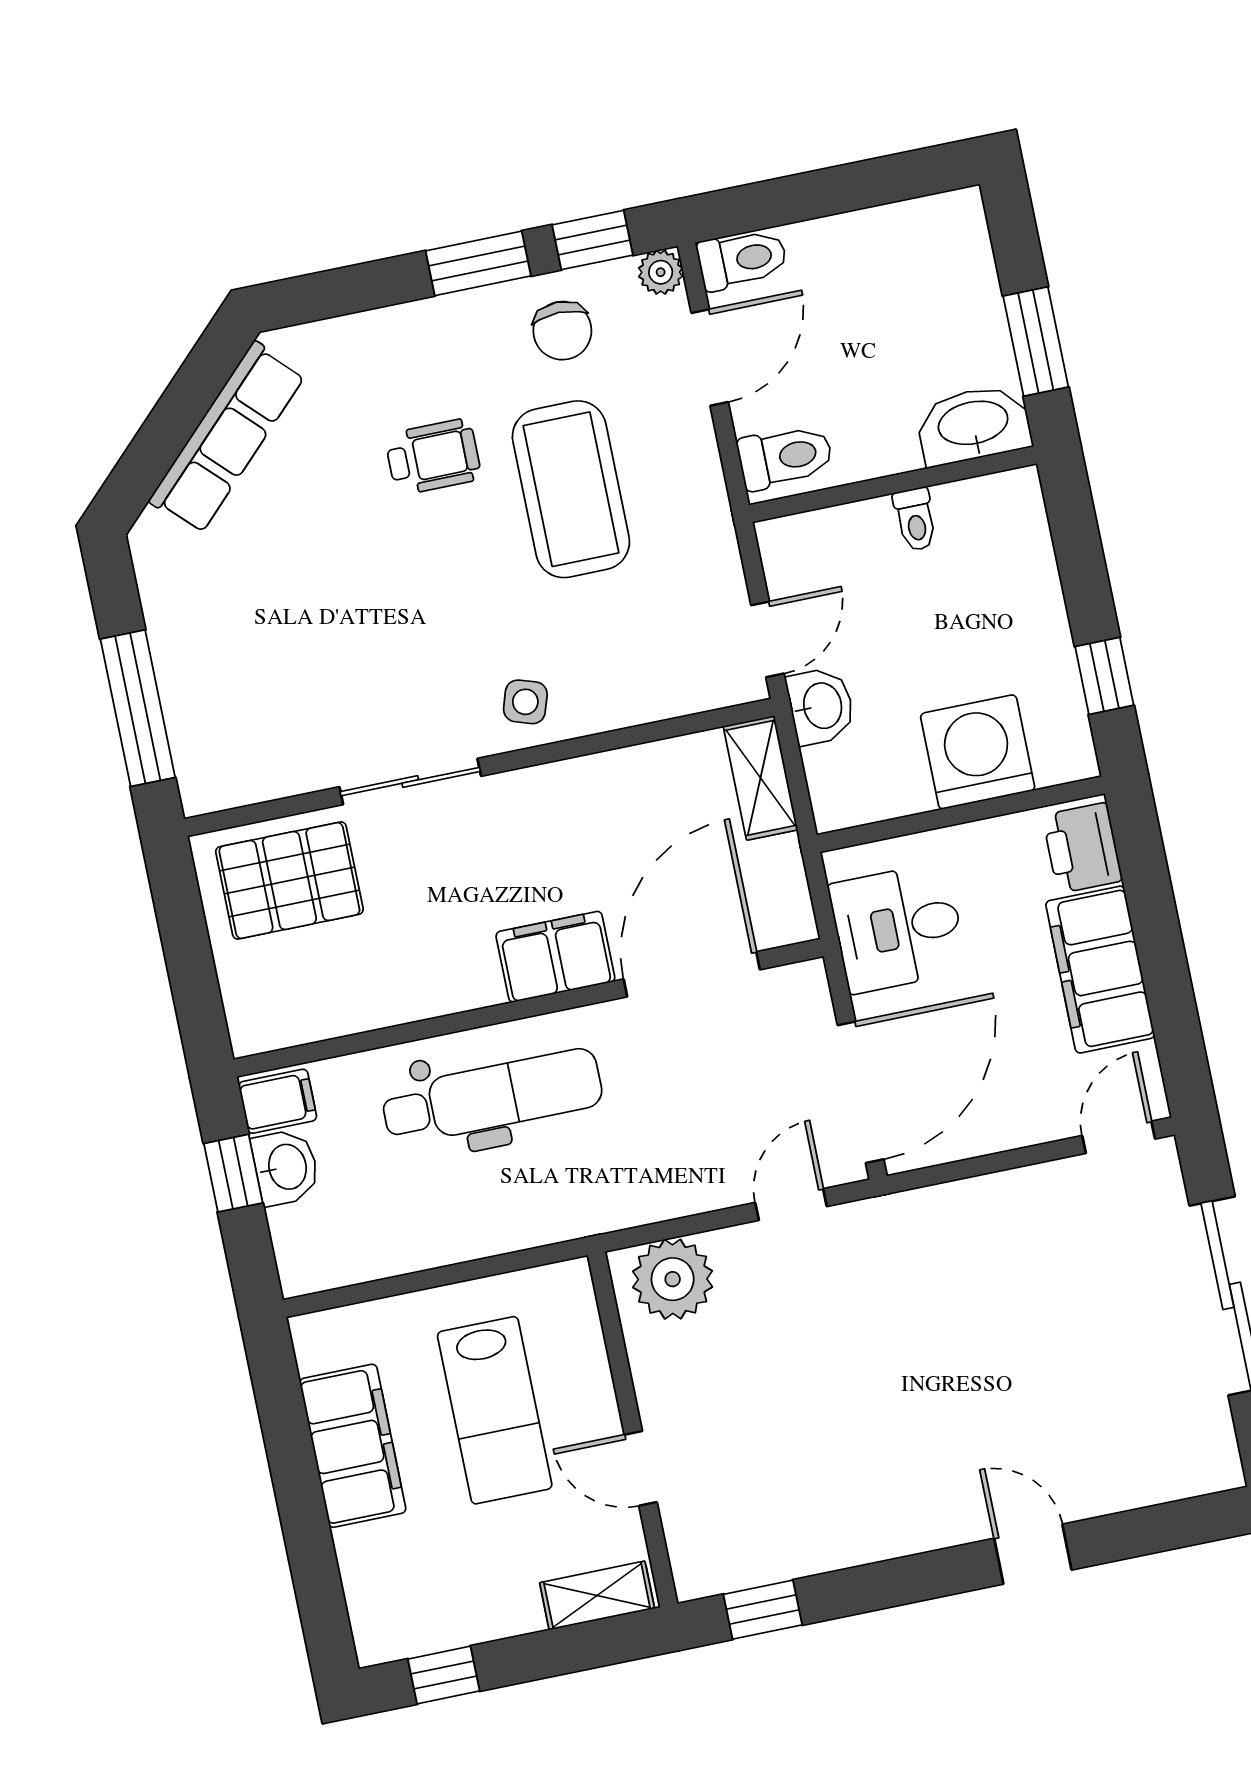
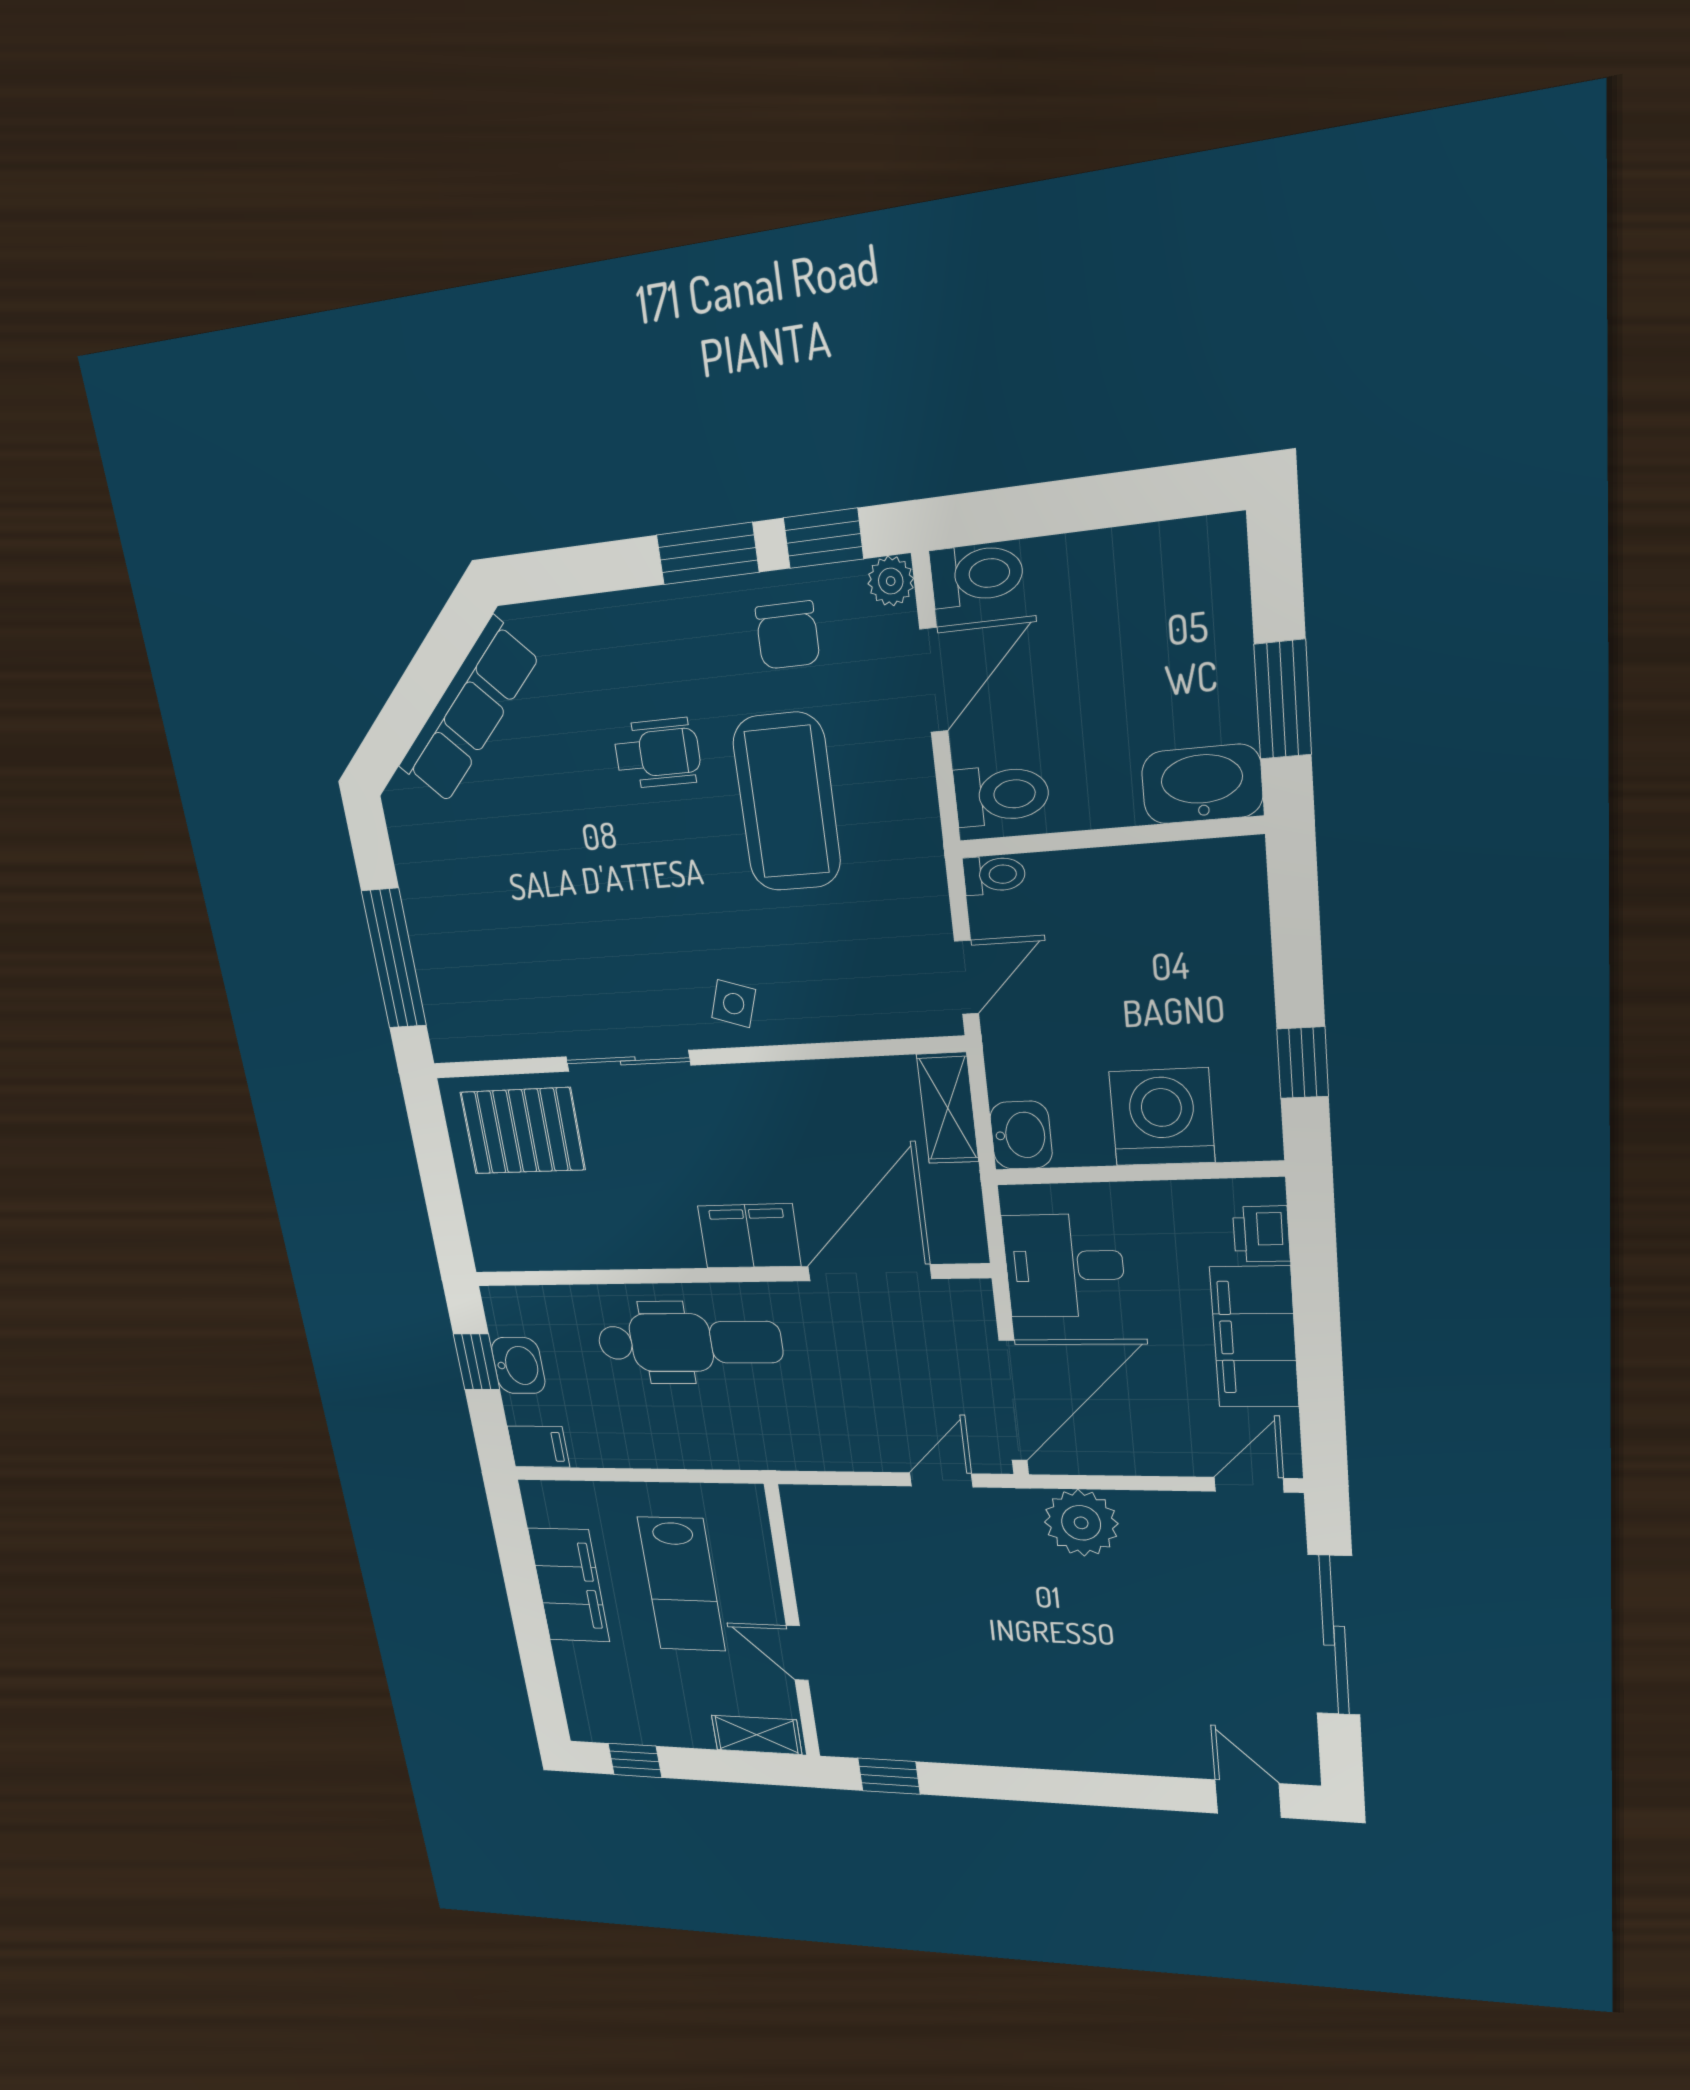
toilet: (915, 519) -> (994, 875), moved, turned -90
washbasin: (821, 706) -> (1021, 1135), moved
printer: (1082, 848) -> (1261, 1234), width x0.73, depth x0.81
filing cabinet: (278, 1101) -> (538, 1447), moved
plant: (673, 1279) -> (1081, 1523), moved
door: (1033, 1554) -> (1248, 1799), moved

